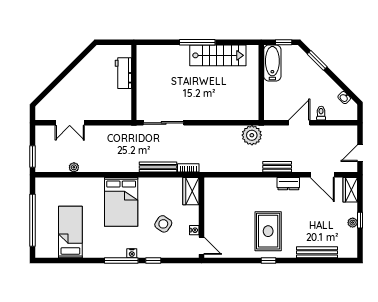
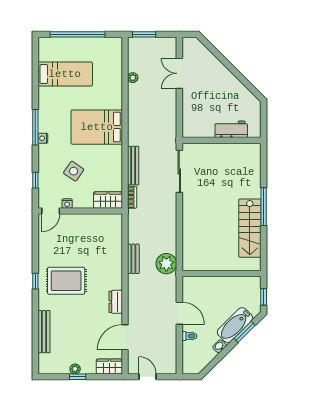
bathtub: (272, 63) -> (235, 325), moved, turned 135
washbasin: (344, 98) -> (220, 346), moved
bench: (277, 167) -> (133, 259), moved
window: (153, 261) -> (35, 180), moved

